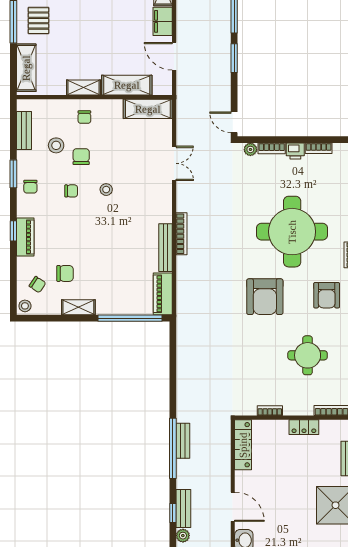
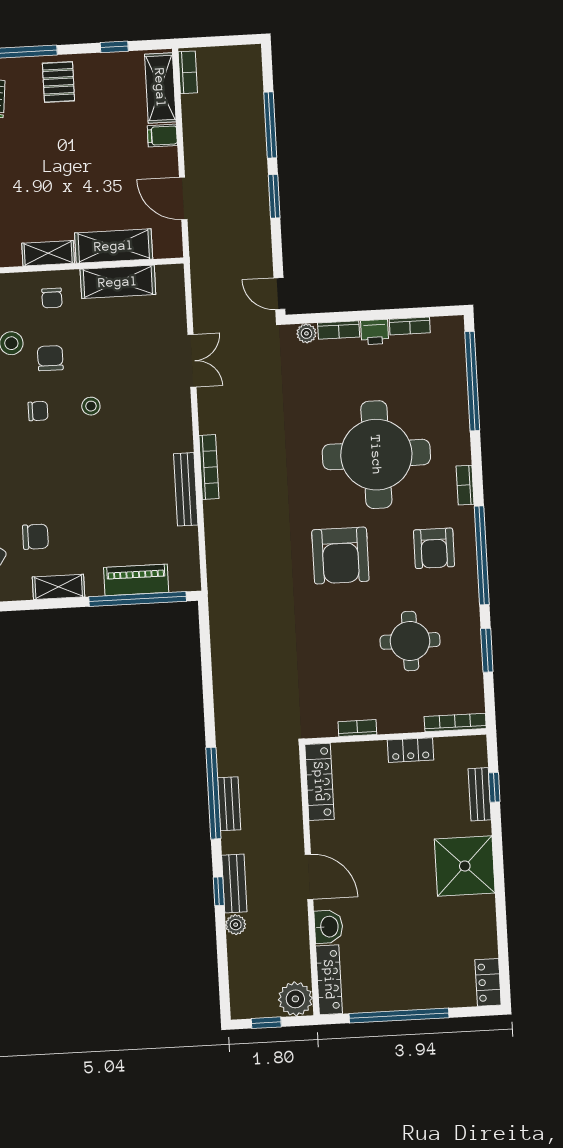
filing cabinet: (163, 21) -> (162, 136), width x0.50
shelving: (148, 109) -> (118, 282), moved
piano: (163, 294) -> (136, 580), moved, turned 90
bench: (183, 441) -> (229, 804), moved

